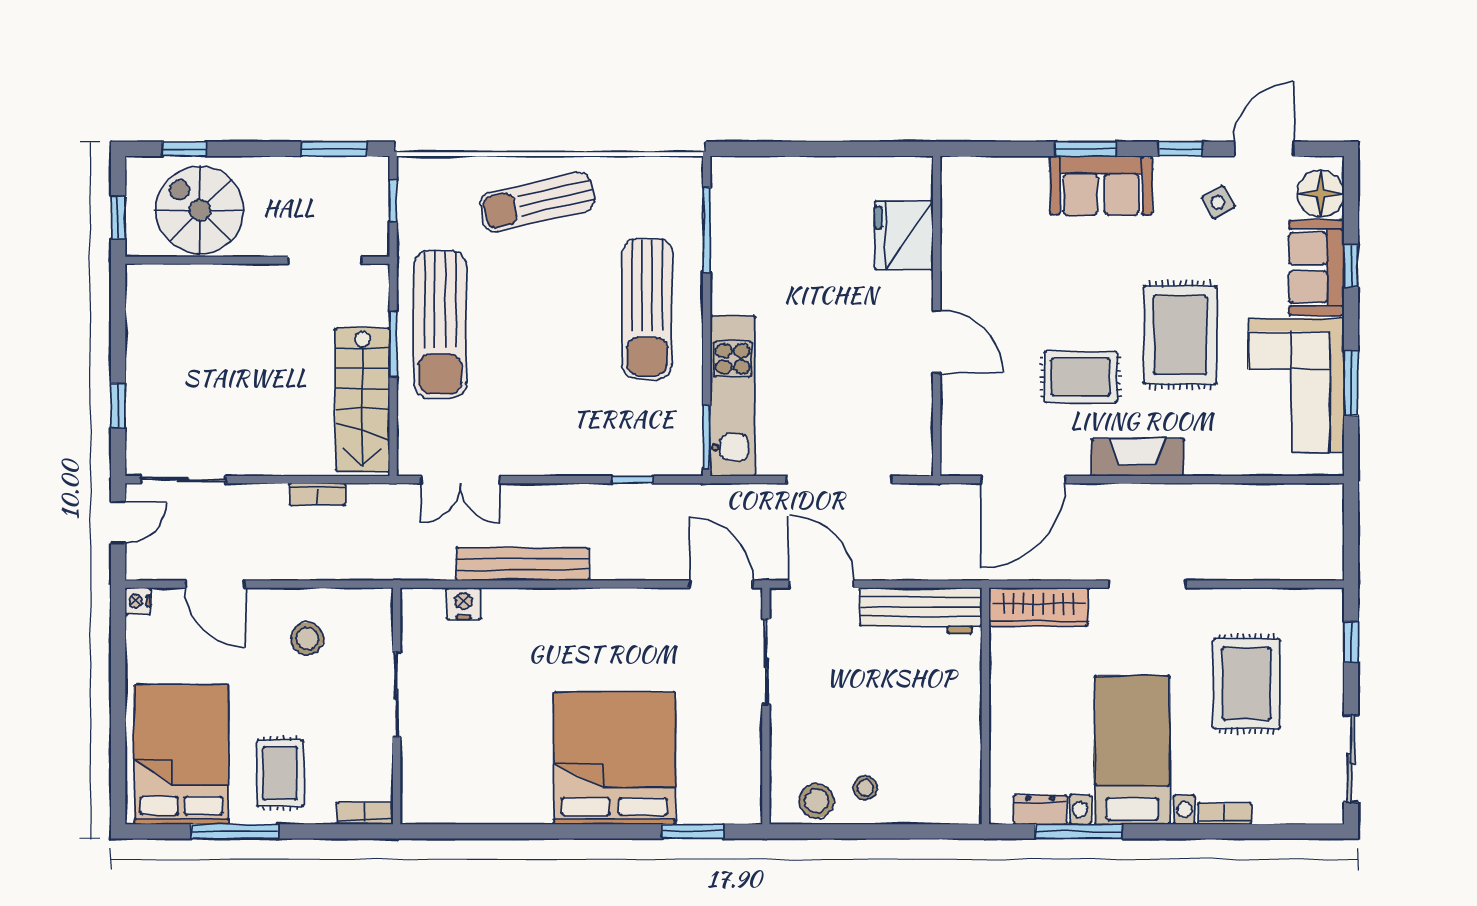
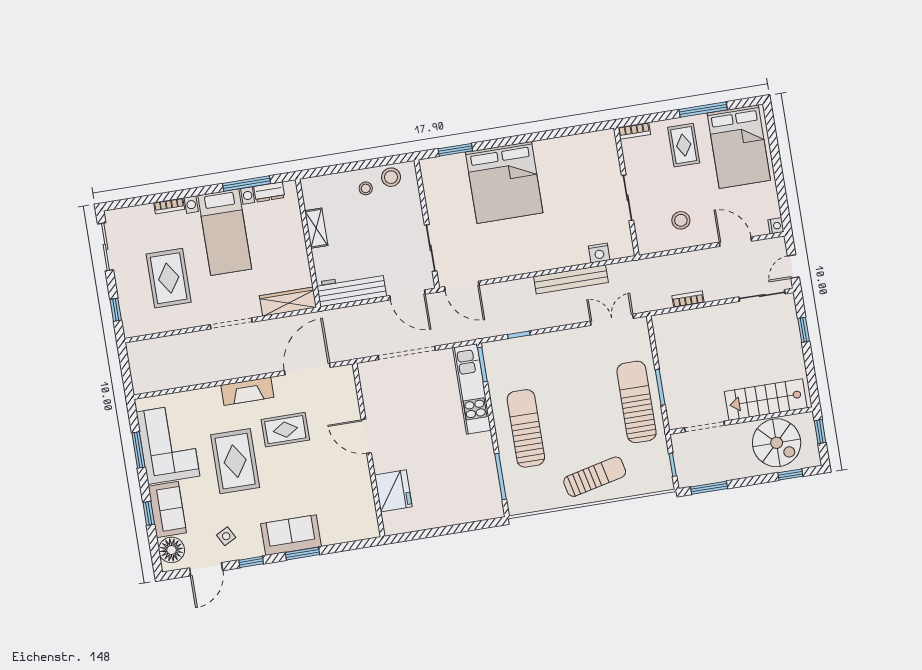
stairs: (363, 400) -> (766, 400), moved, turned -90
shelving: (966, 731) -> (316, 228), added

